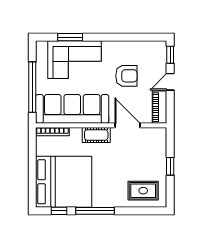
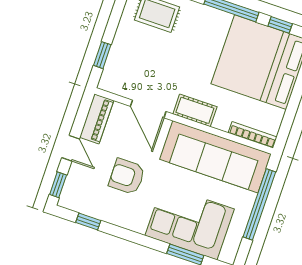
window: (142, 37) -> (88, 222), added
door: (170, 82) -> (71, 148), hinge flipped
window: (170, 166) -> (102, 55), moved

